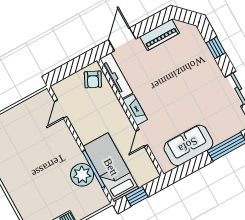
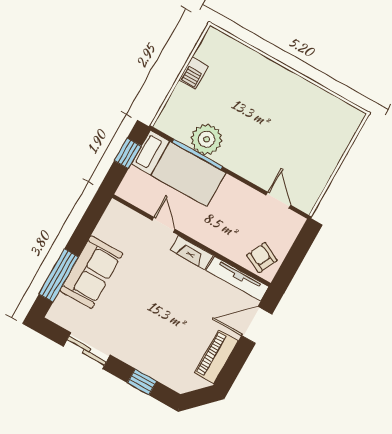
door: (122, 39) -> (257, 325), swing flipped
sofa: (188, 145) -> (91, 272), moved

